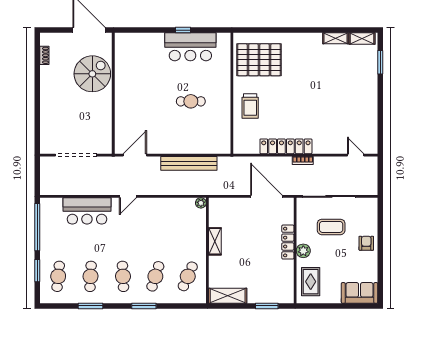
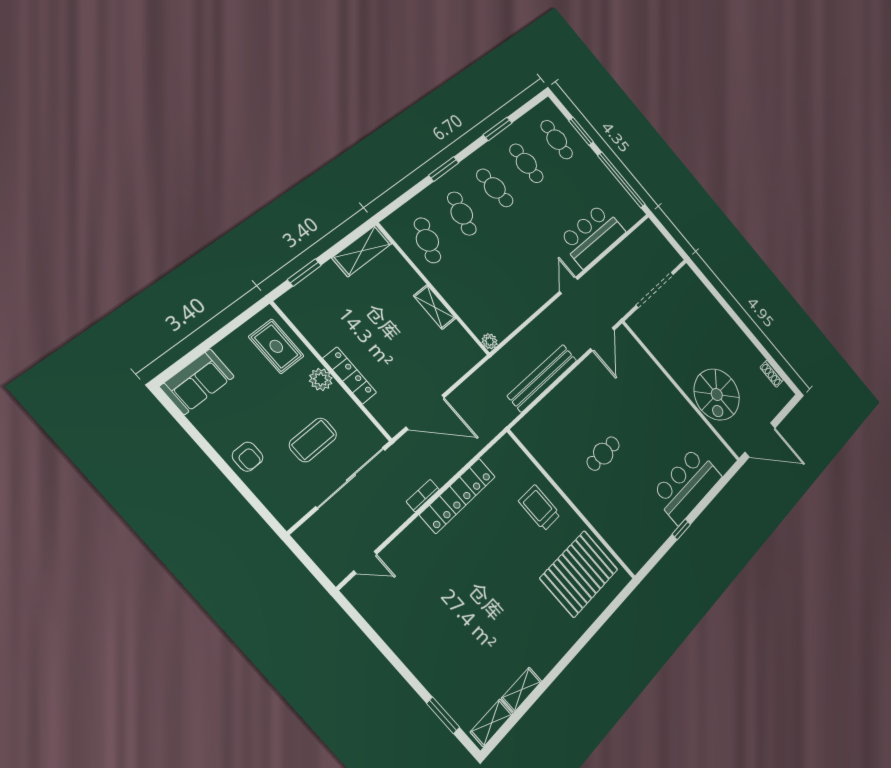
bar counter: (190, 47) -> (687, 485), moved

